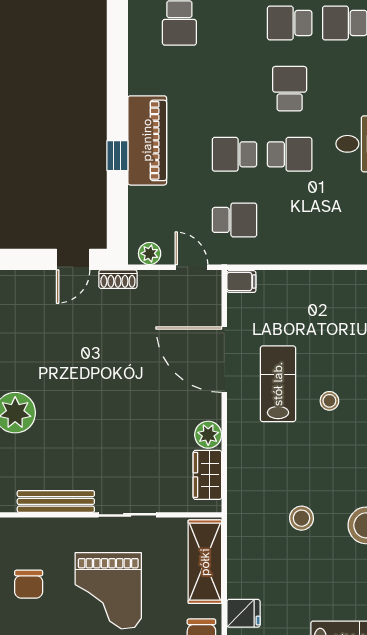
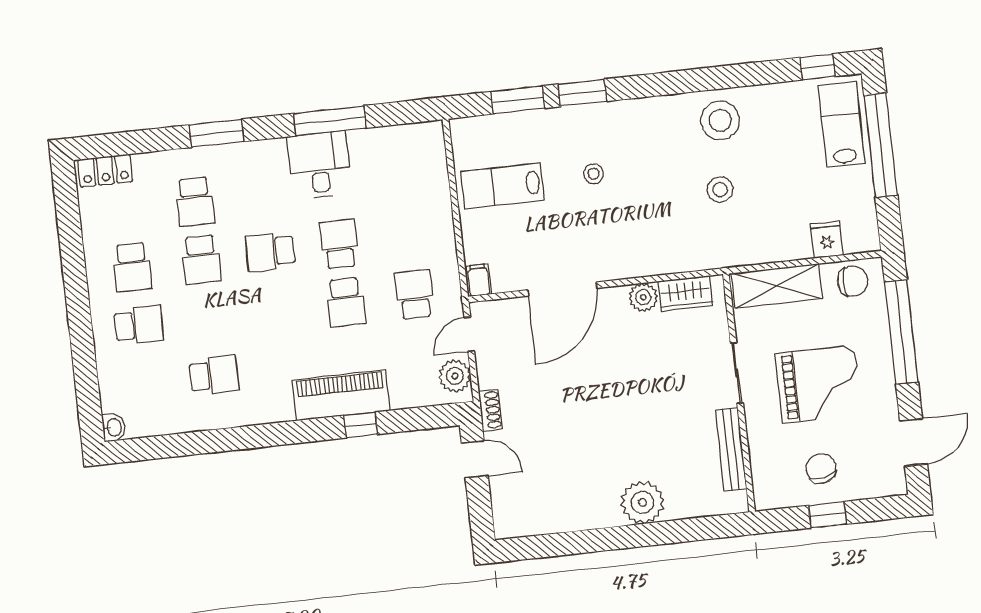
plant: (150, 253) -> (455, 376), width x1.38, depth x1.38
lab bench: (278, 384) -> (502, 186), moved
chair: (29, 584) -> (821, 469), turned -101

